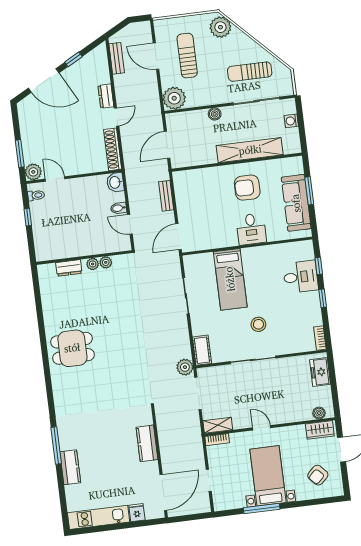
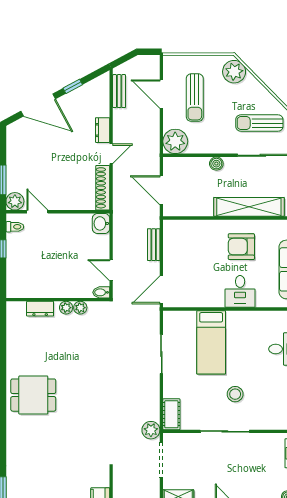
sun lounger: (187, 56) -> (195, 98), turned 180
door: (167, 145) -> (161, 190), hinge flipped
bidet: (119, 208) -> (101, 292), moved

